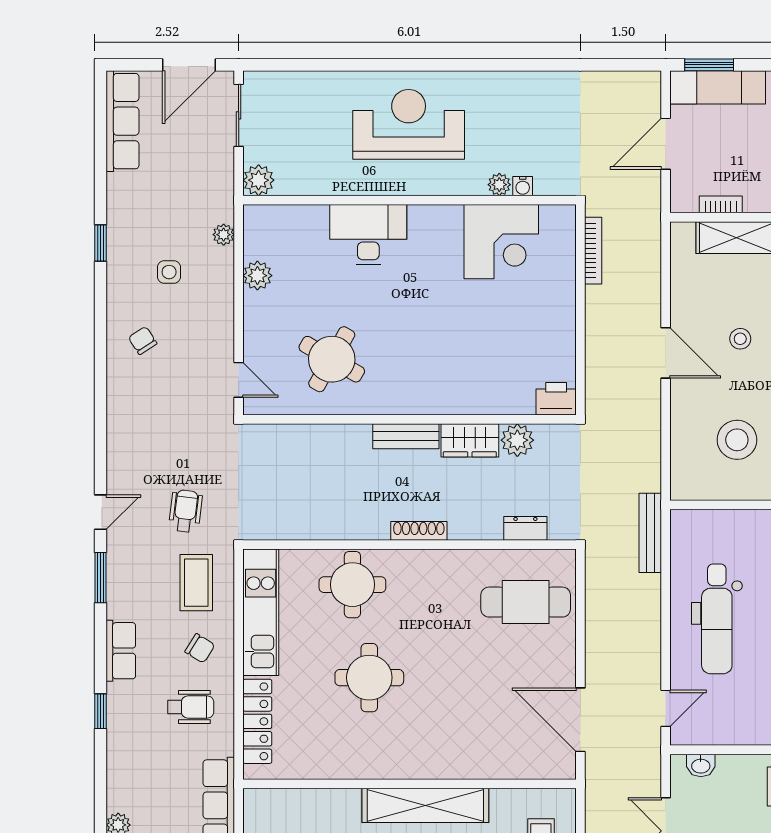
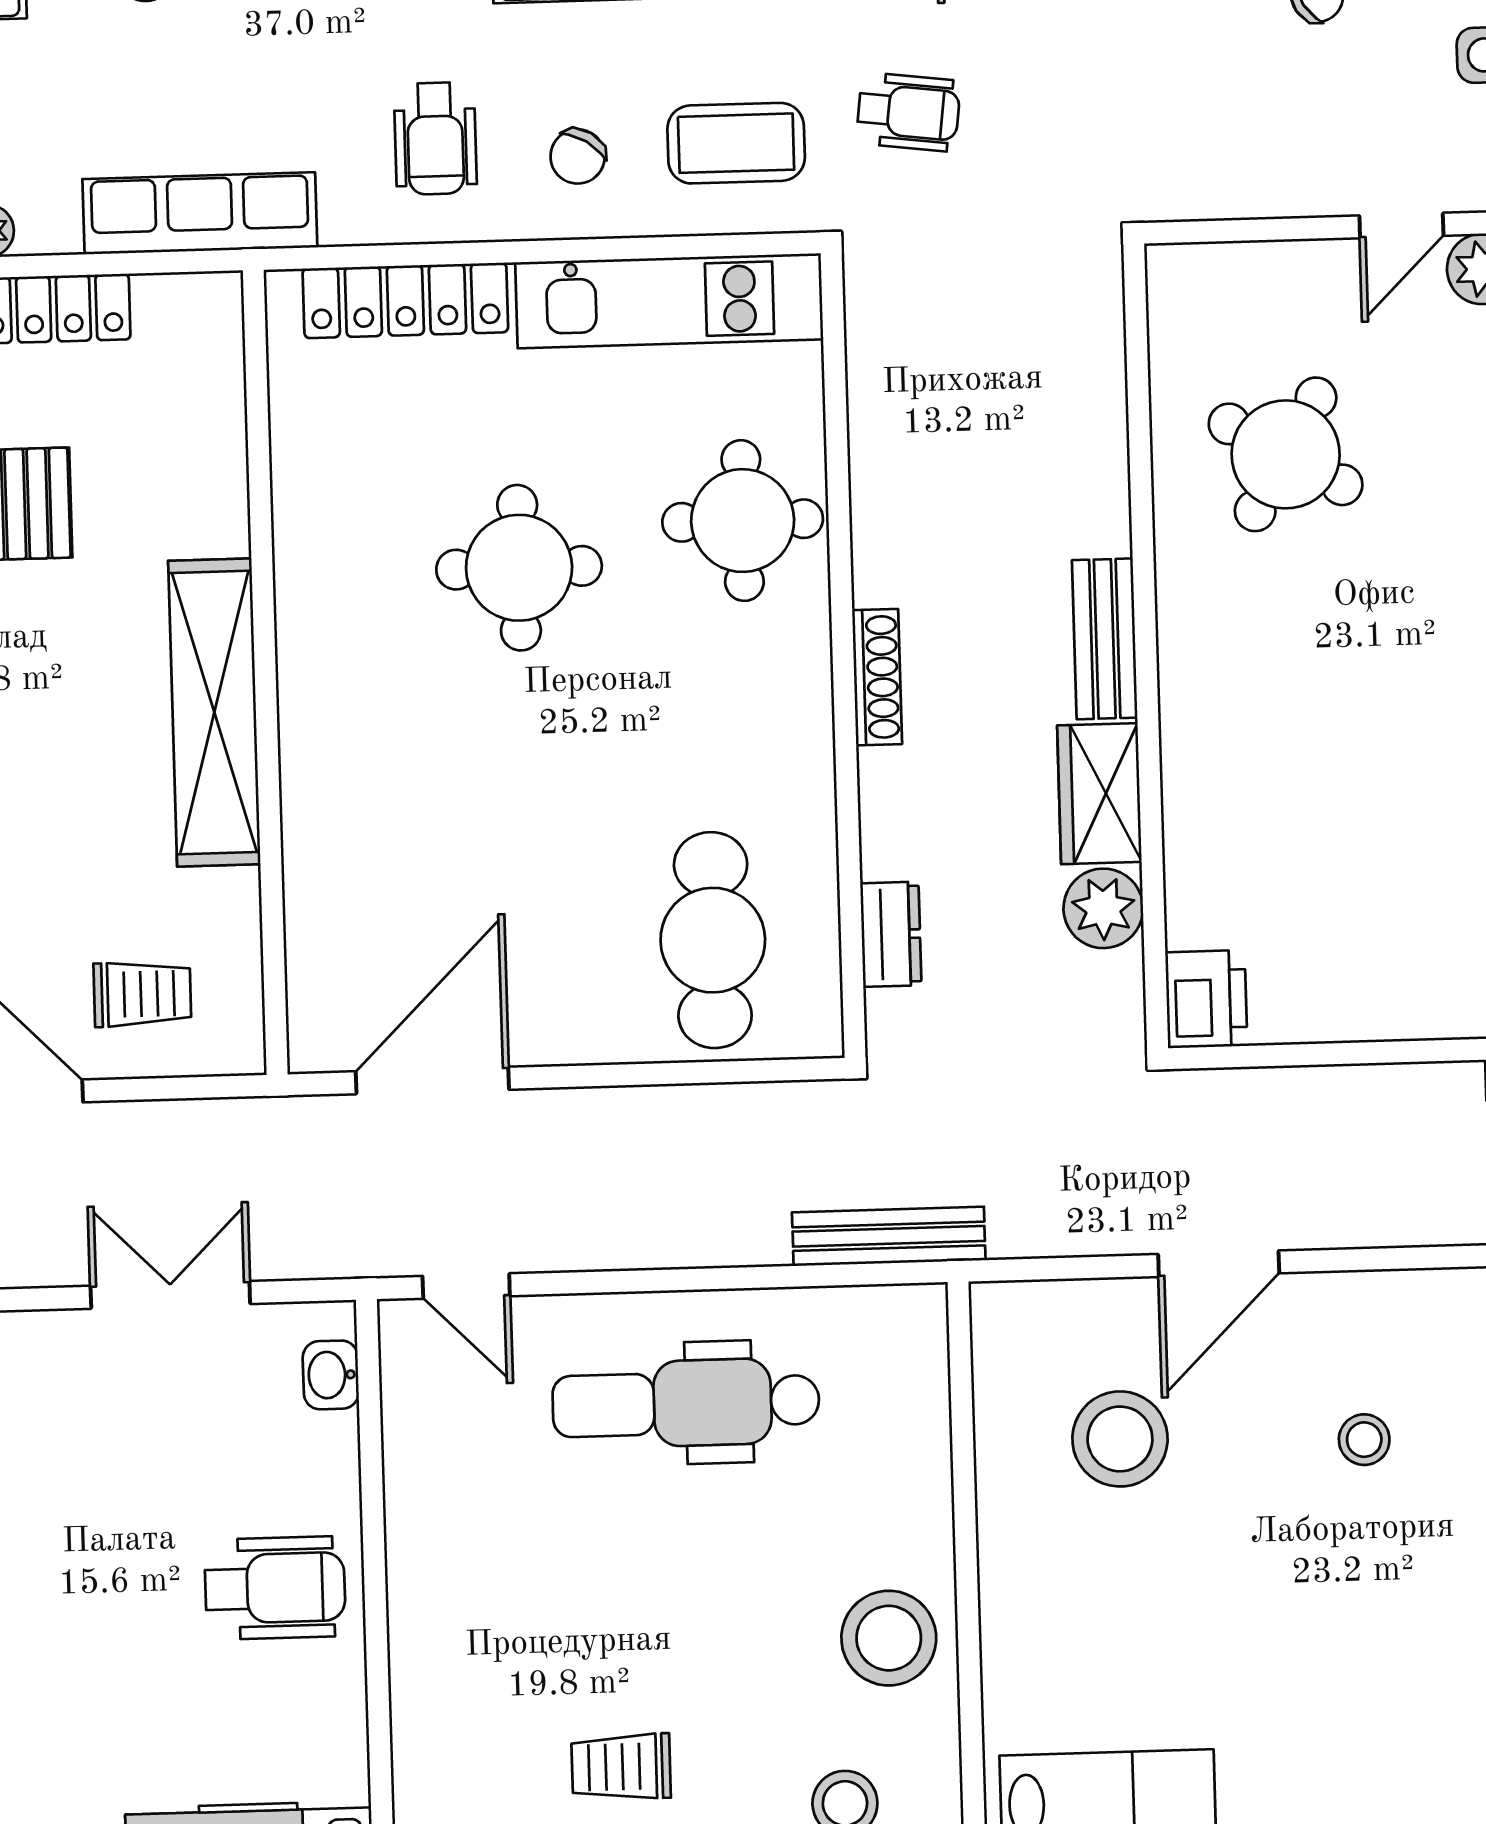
door: (666, 353) -> (1219, 1264), moved
door: (239, 380) -> (1401, 226), moved

